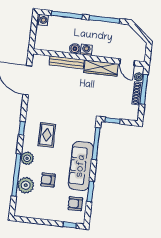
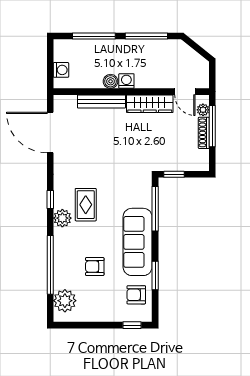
washing machine: (42, 20) -> (61, 70), moved
plant: (27, 158) -> (62, 218), moved
plant: (26, 185) -> (65, 301), moved

